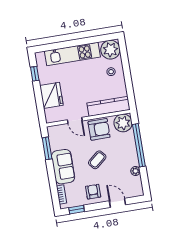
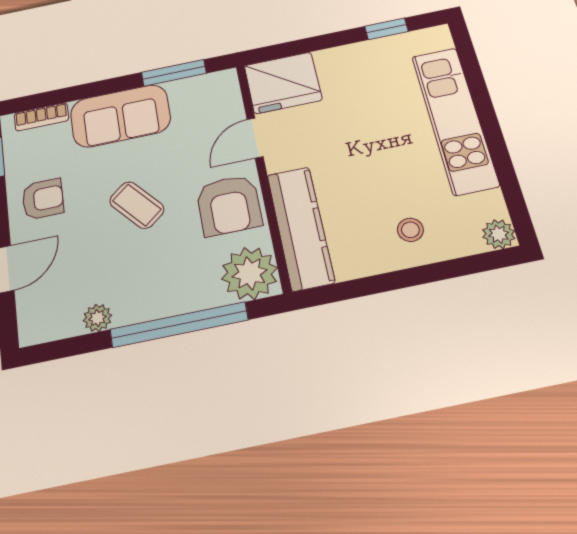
plant: (110, 50) -> (499, 234), width x0.53, depth x0.53
fridge: (51, 95) -> (283, 83), moved

